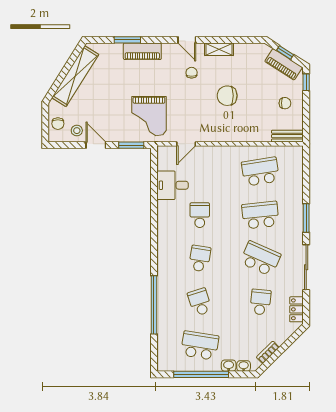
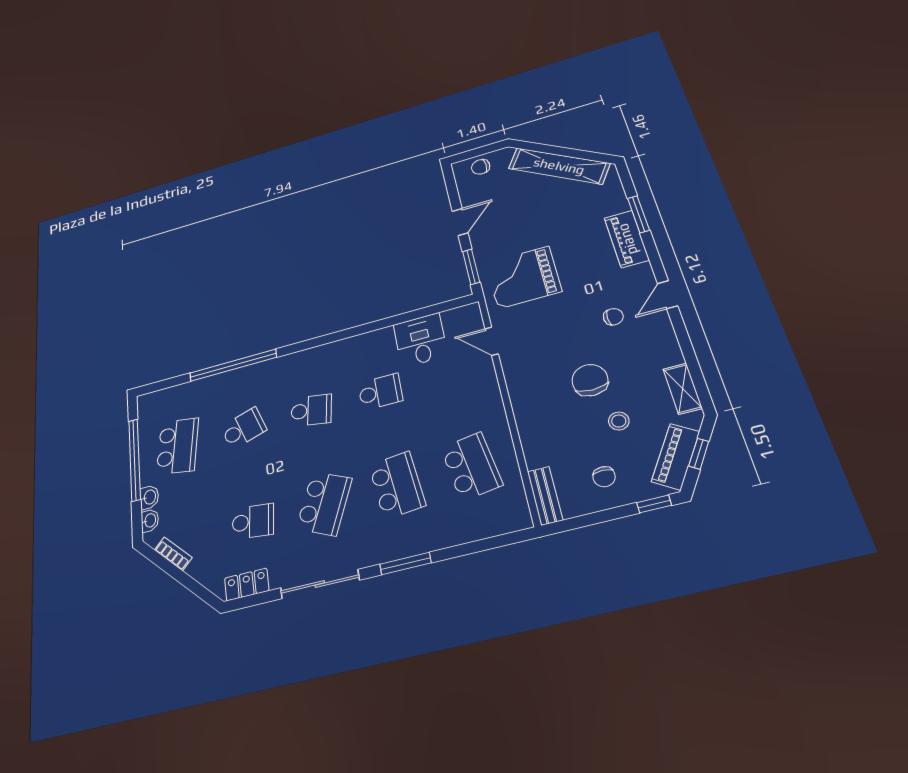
shelving: (219, 49) -> (683, 389), moved
stool: (77, 131) -> (619, 421), moved

